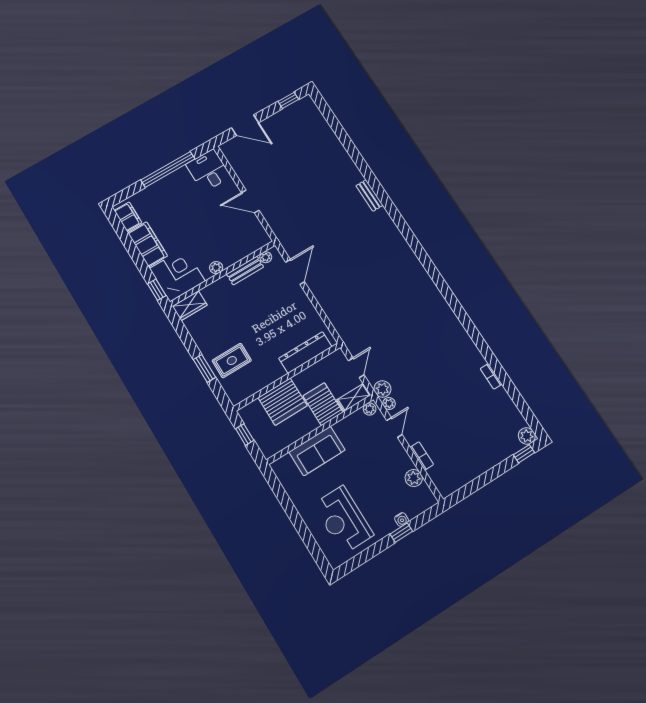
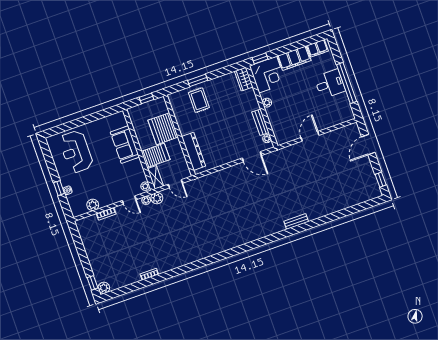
desk: (208, 171) -> (330, 84), moved
reception desk: (343, 520) -> (76, 152), turned -90

